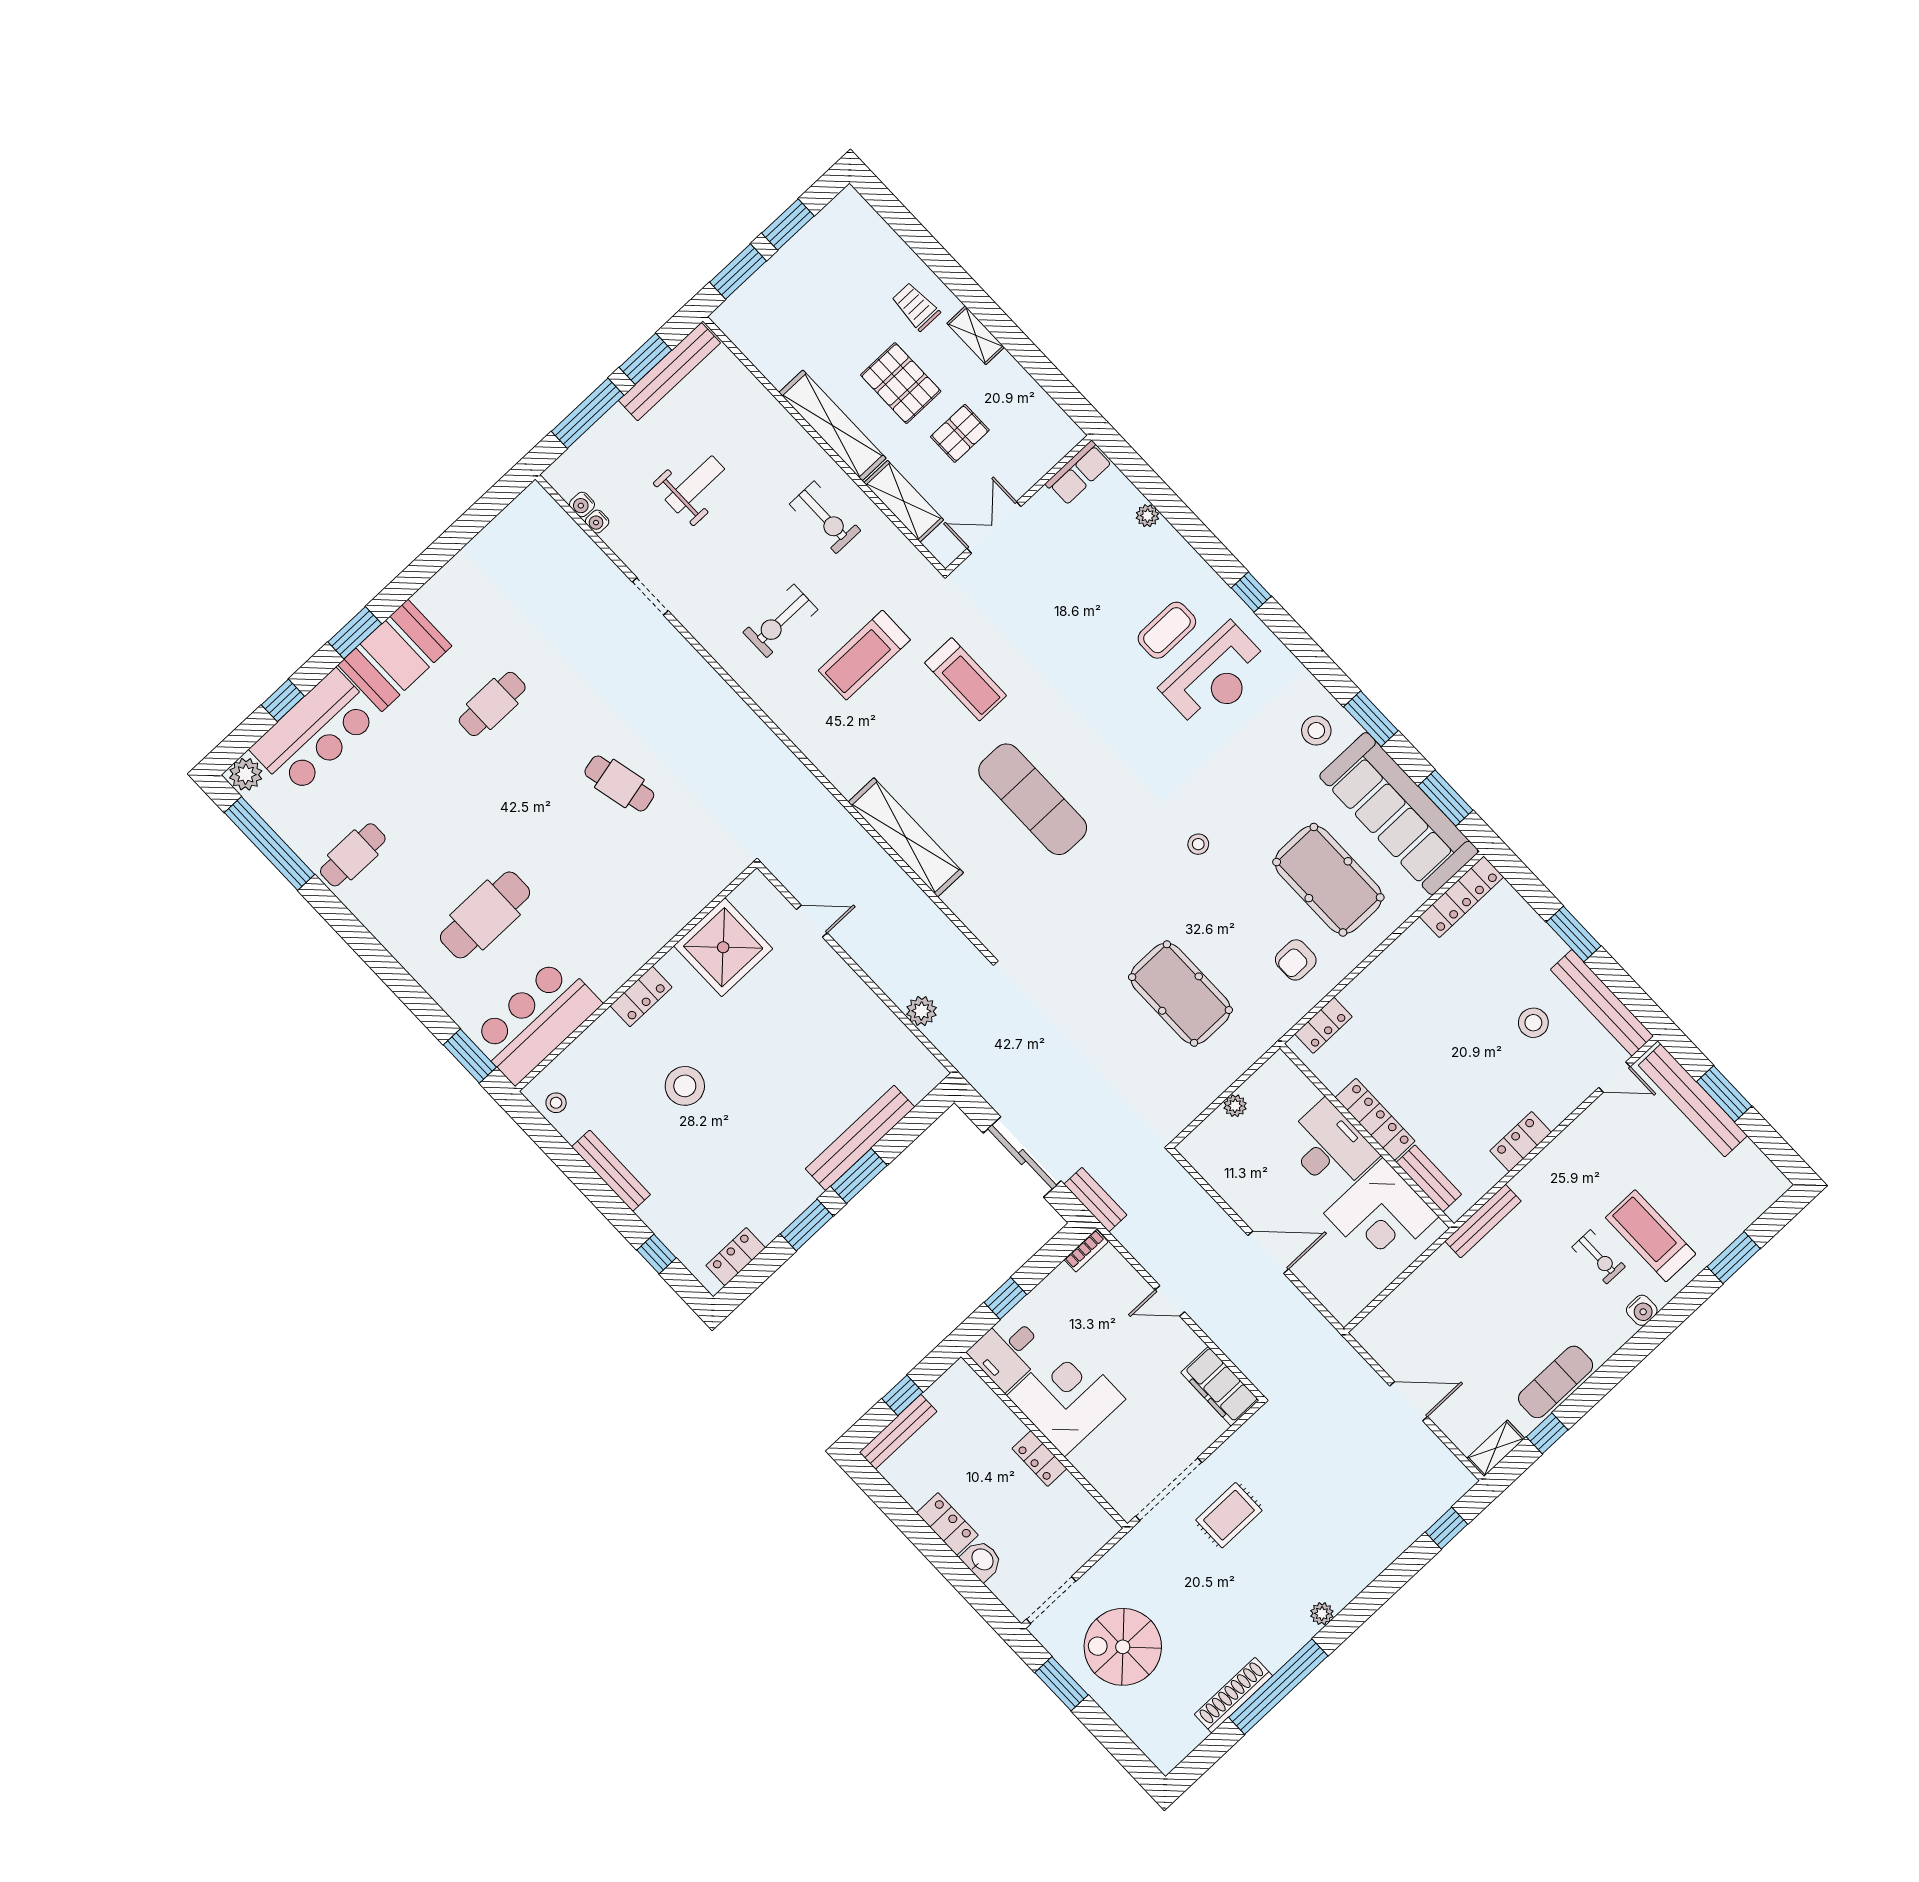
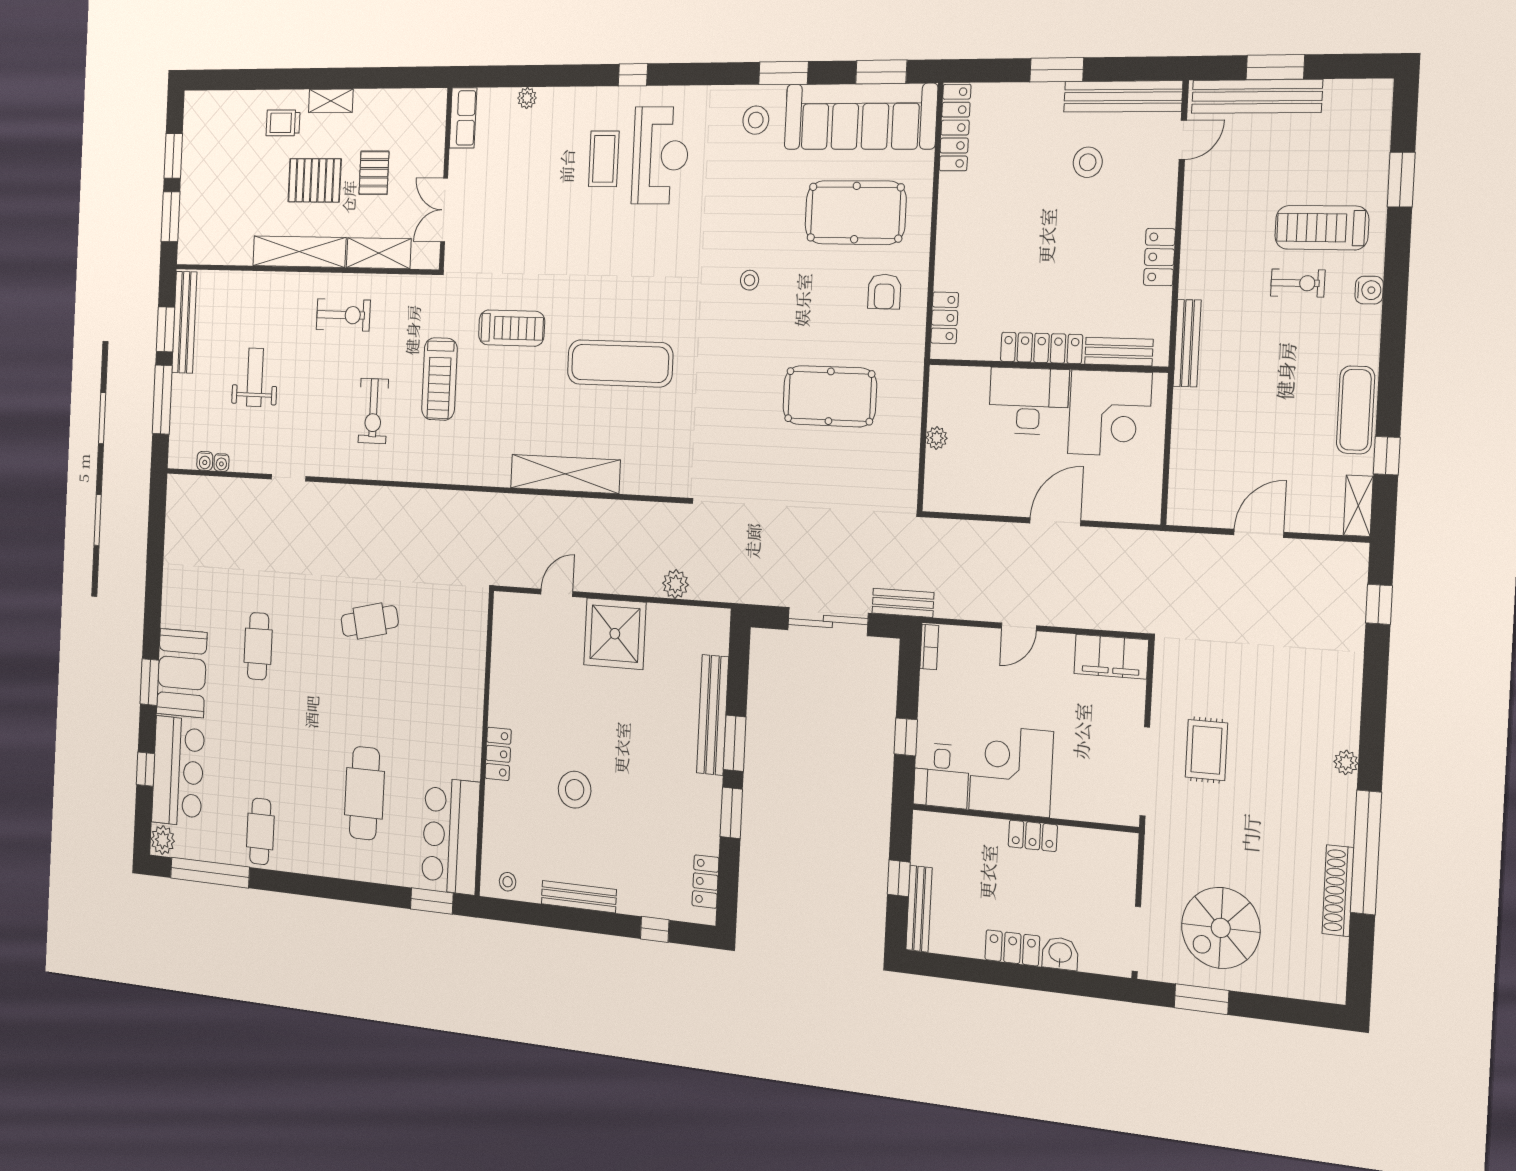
shower: (723, 947) -> (615, 634), moved

